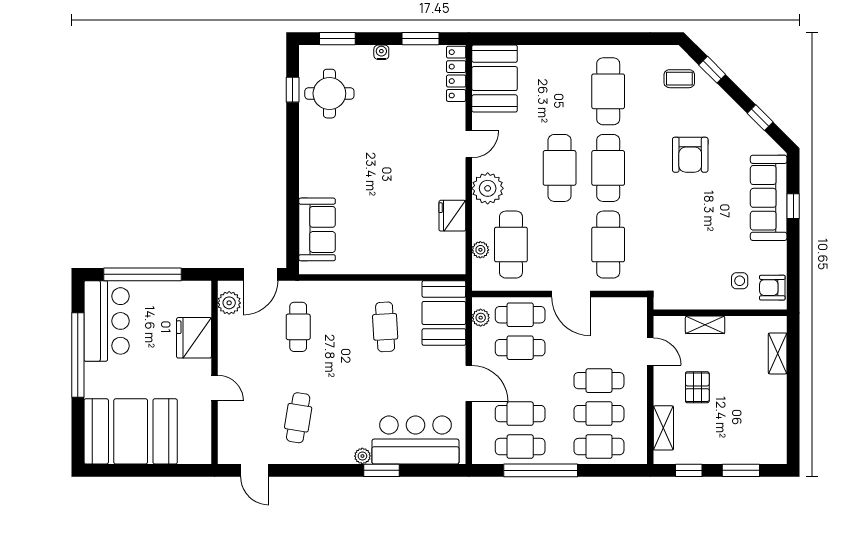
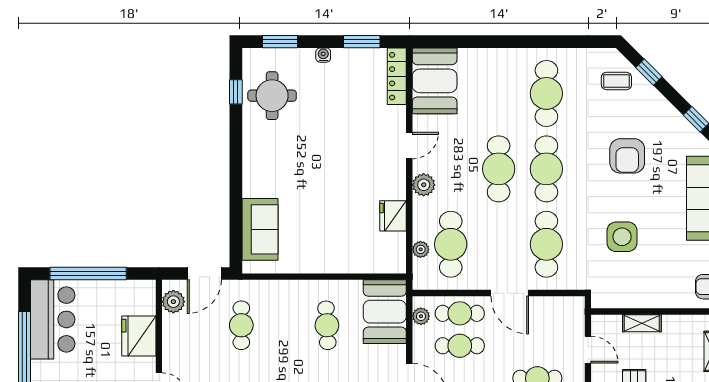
plant: (488, 188) -> (424, 185), width x0.73, depth x0.73
side table: (740, 281) -> (622, 237), moved, width x1.87, depth x1.87

